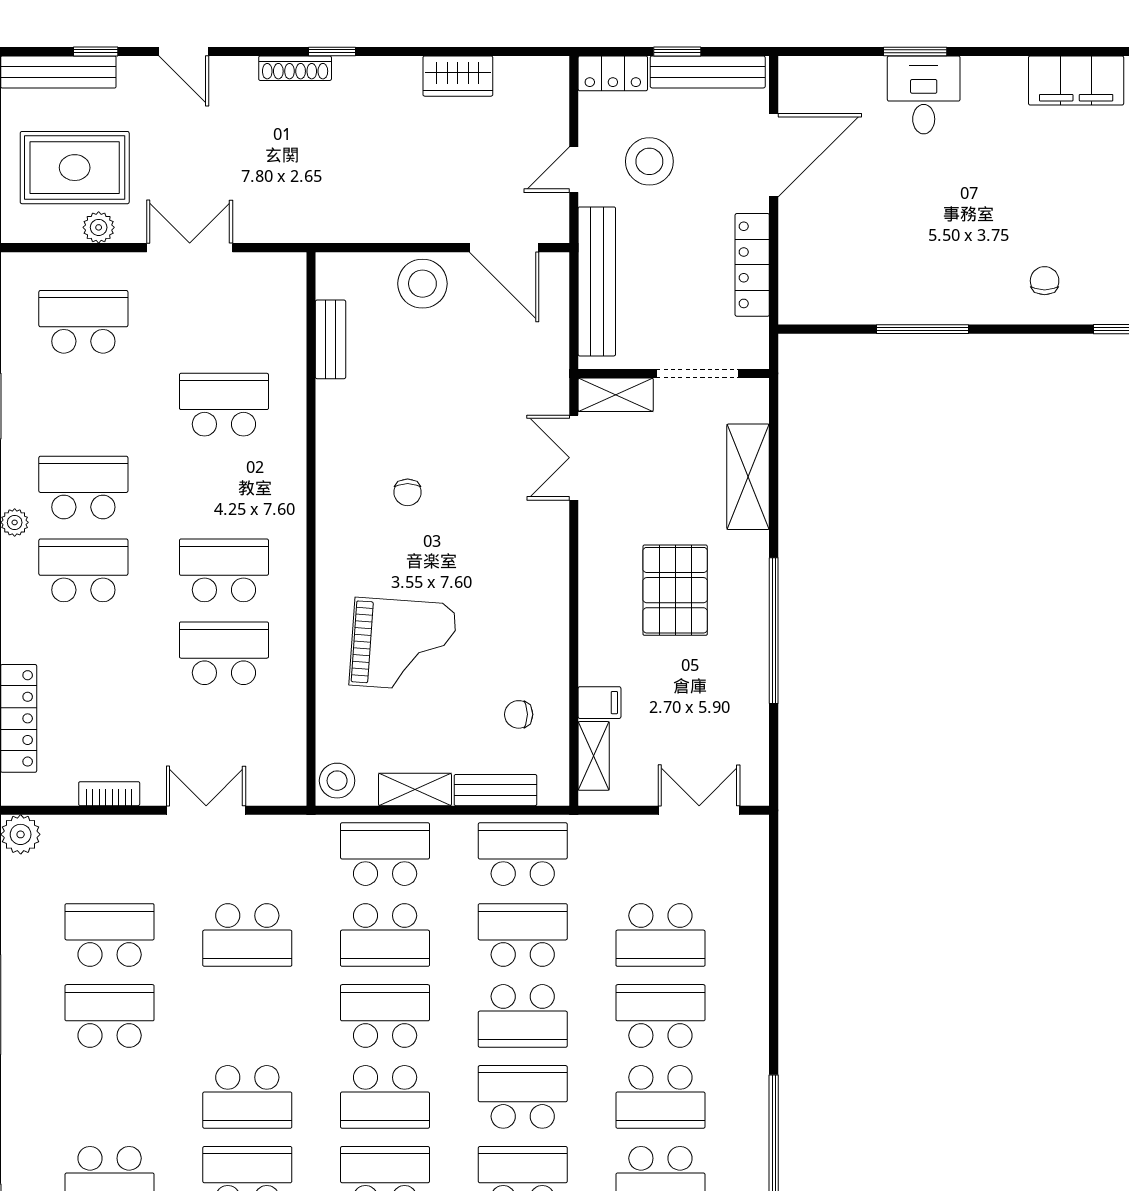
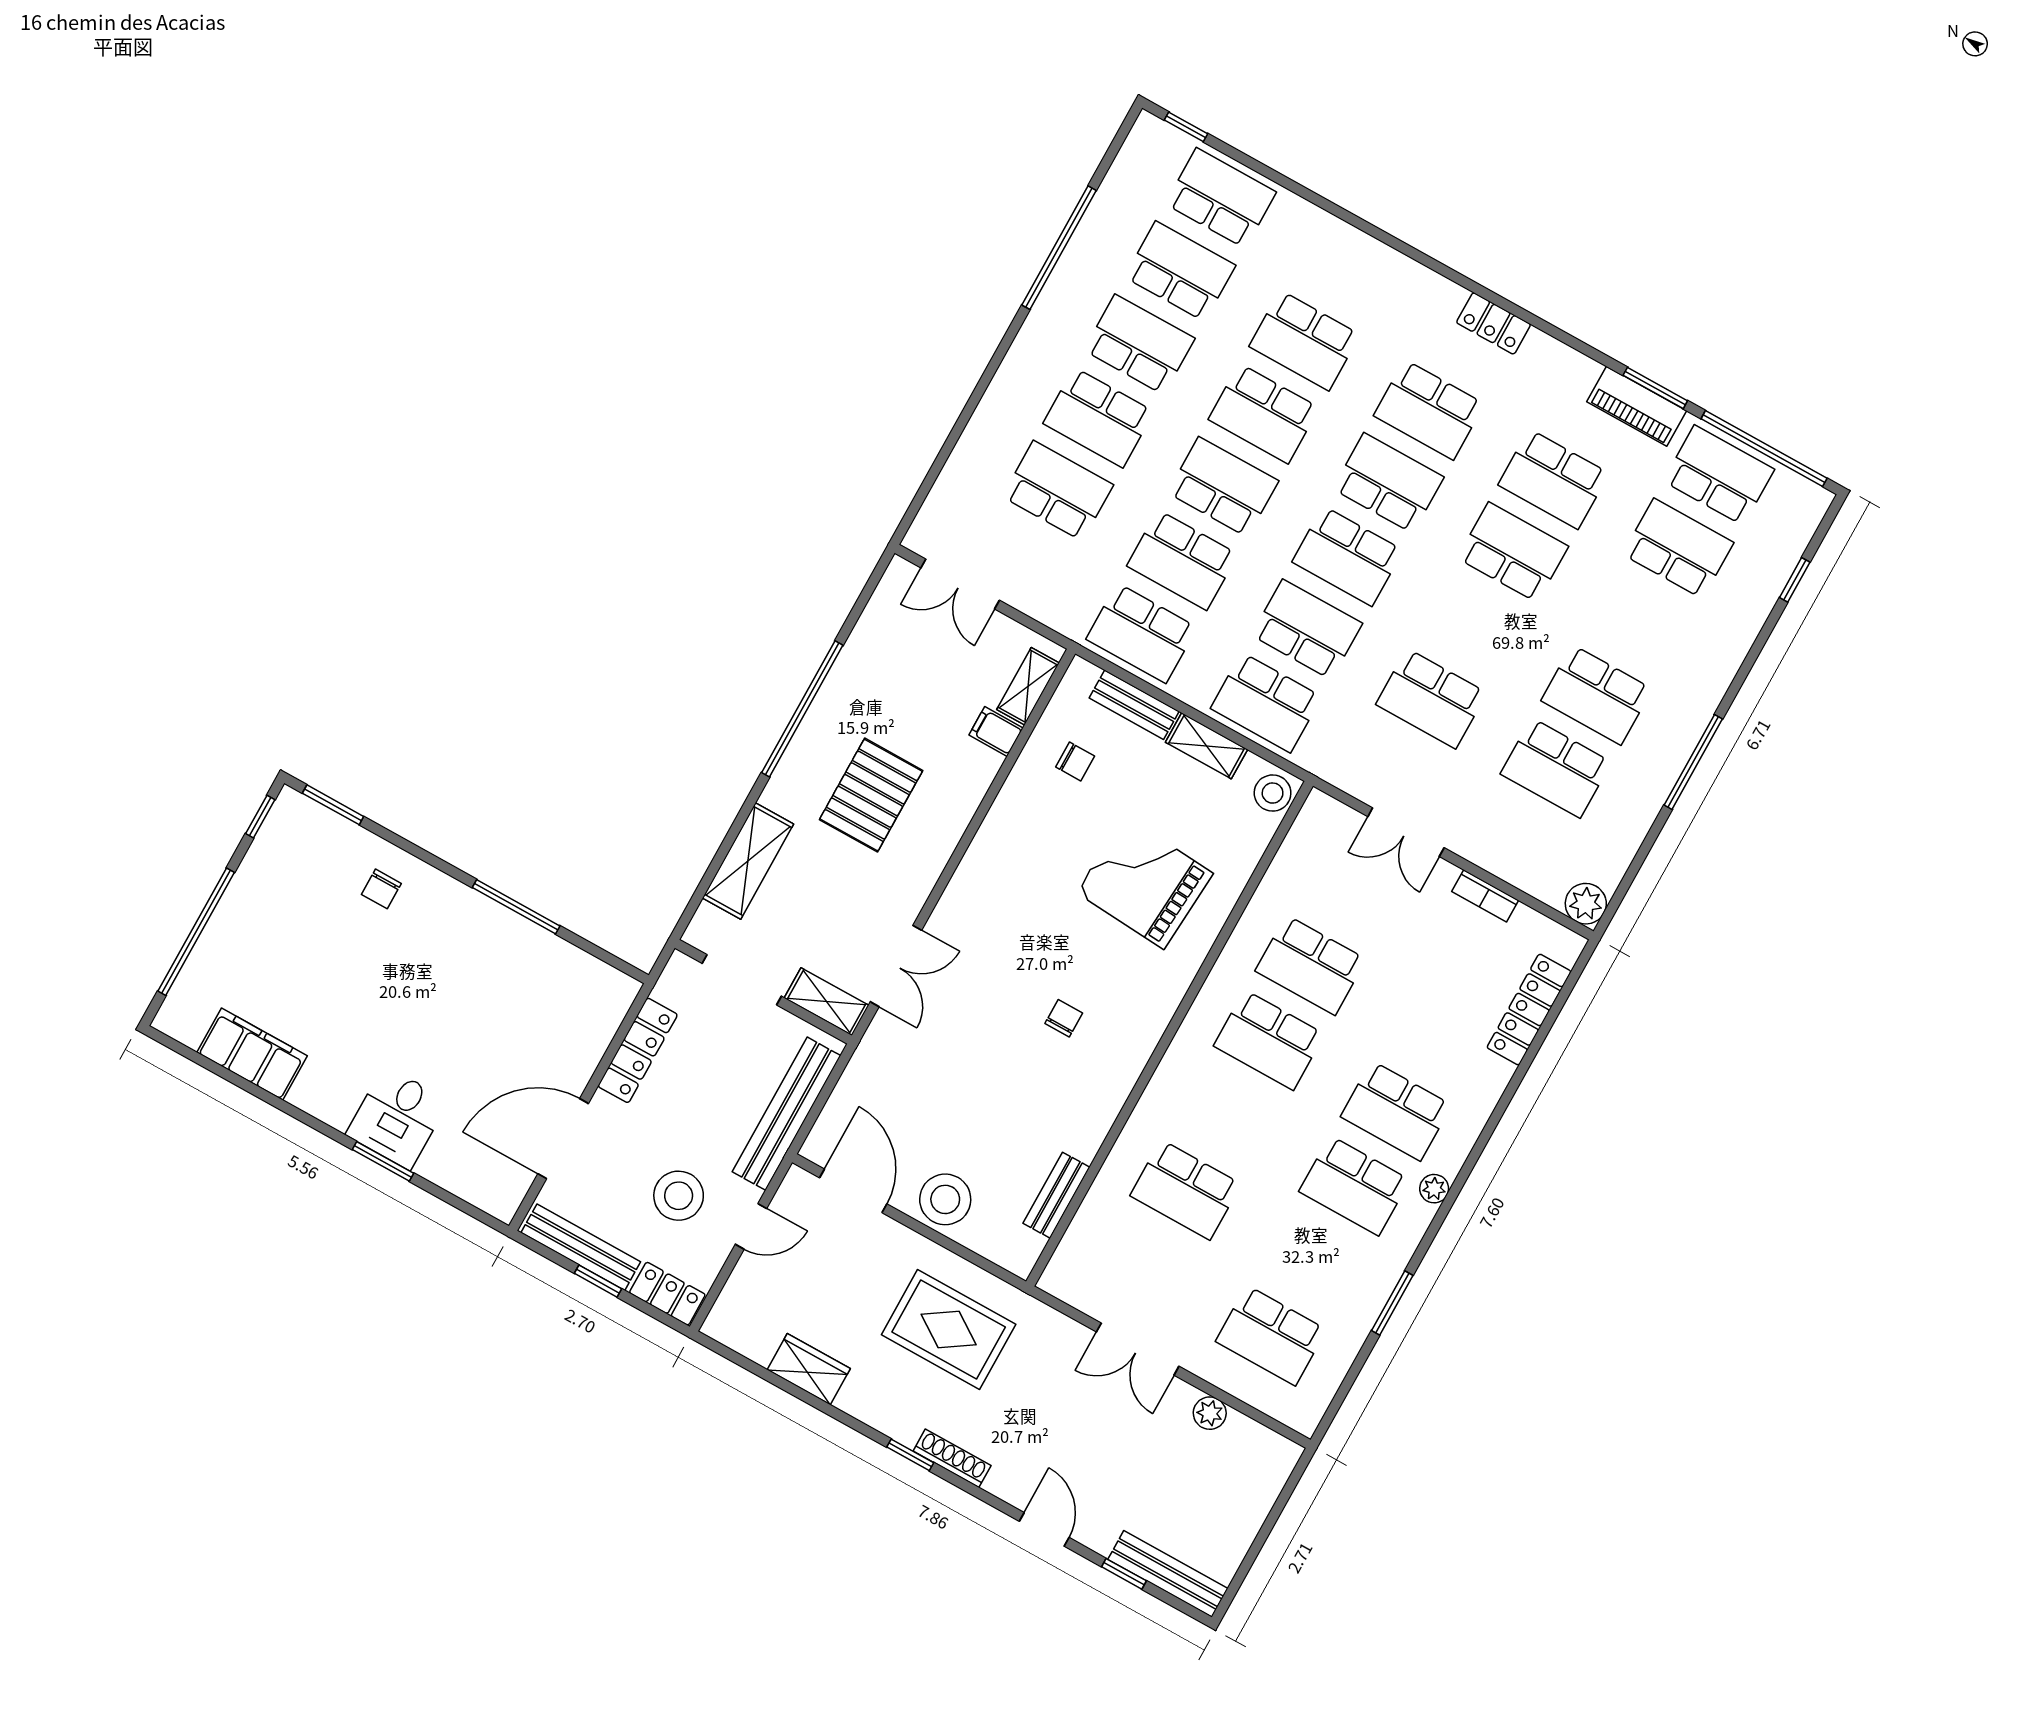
rug: (75, 168) -> (949, 1329), moved
school desk: (247, 935) -> (1431, 699), turned 180

